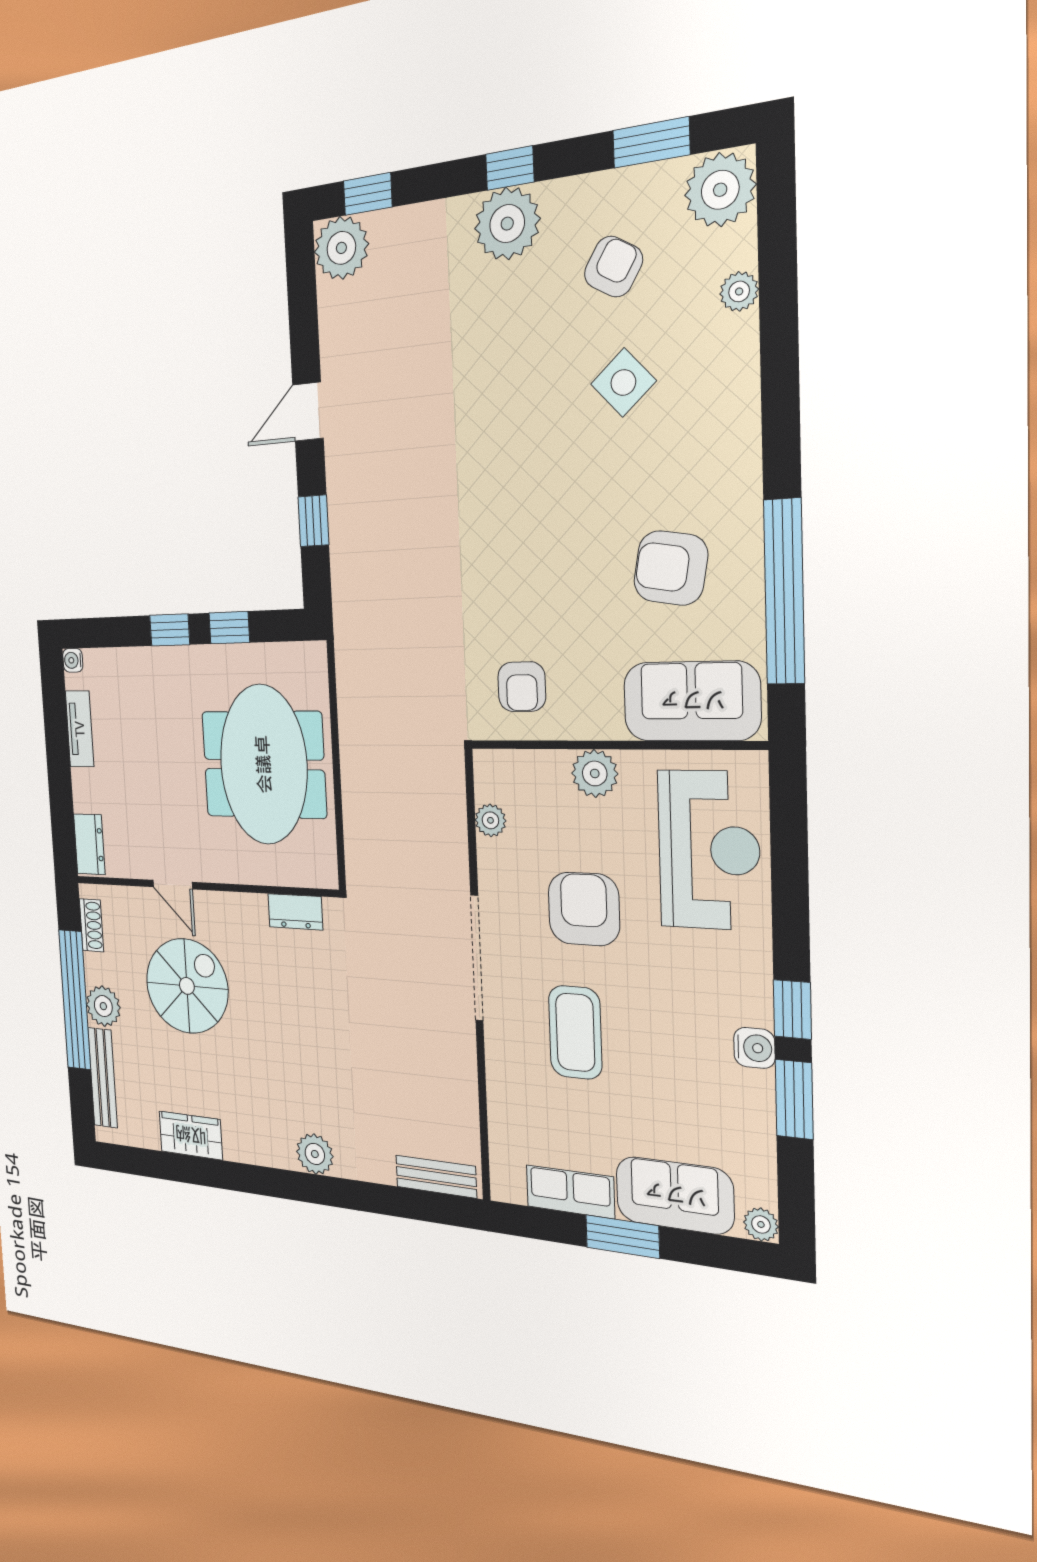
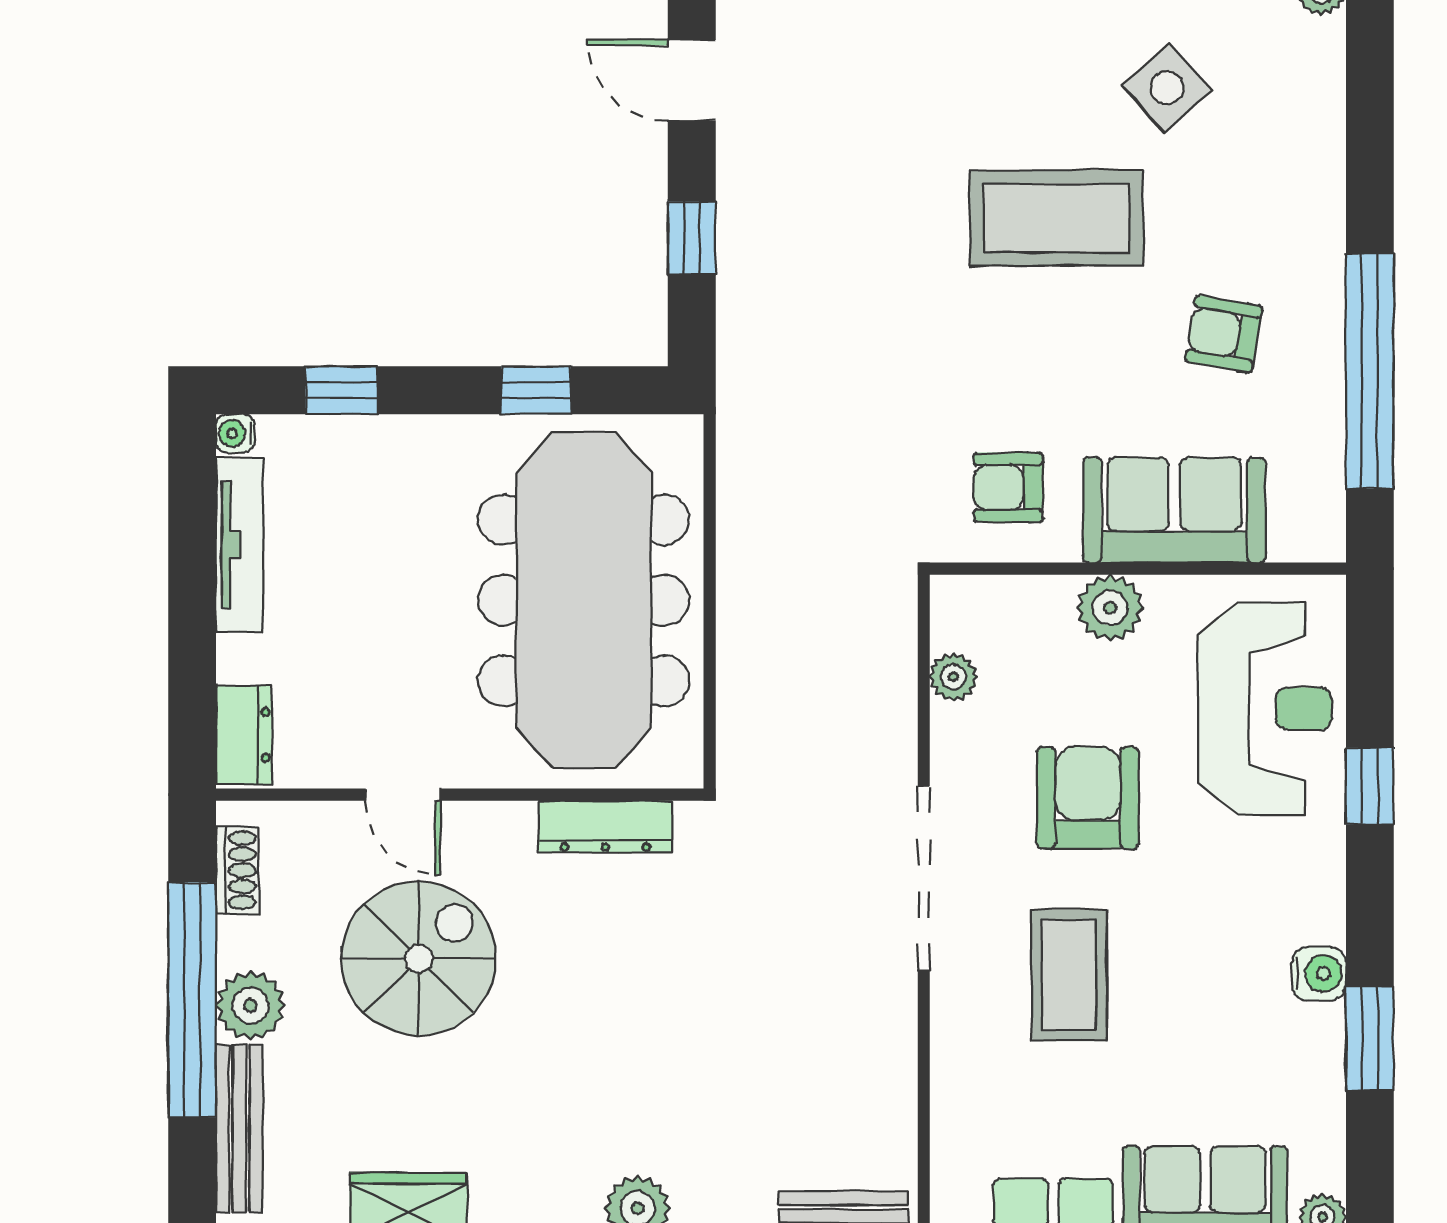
door: (308, 412) -> (692, 80), hinge flipped
coffee table: (548, 488) -> (1057, 218), added
armchair: (671, 568) -> (1224, 334), width x0.72, depth x0.72
window: (170, 630) -> (341, 390), moved
armchair: (522, 687) -> (1008, 487), turned 90
sofa: (692, 701) -> (1174, 510), moved
tv unit: (80, 729) -> (240, 545), width x1.41
meeting table: (263, 764) -> (584, 600), width x1.36
dresser: (295, 912) -> (605, 827), width x1.44
window: (792, 1010) -> (1370, 786), moved

